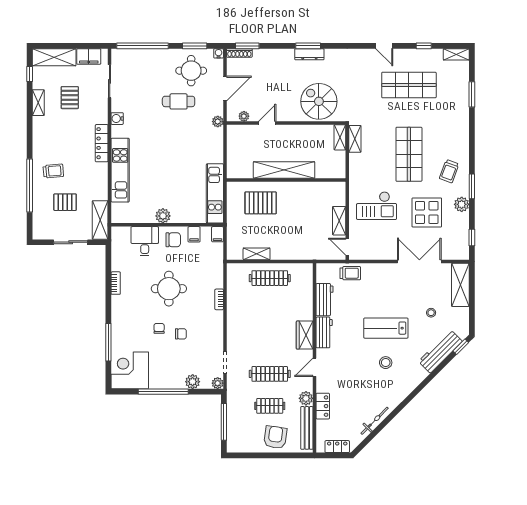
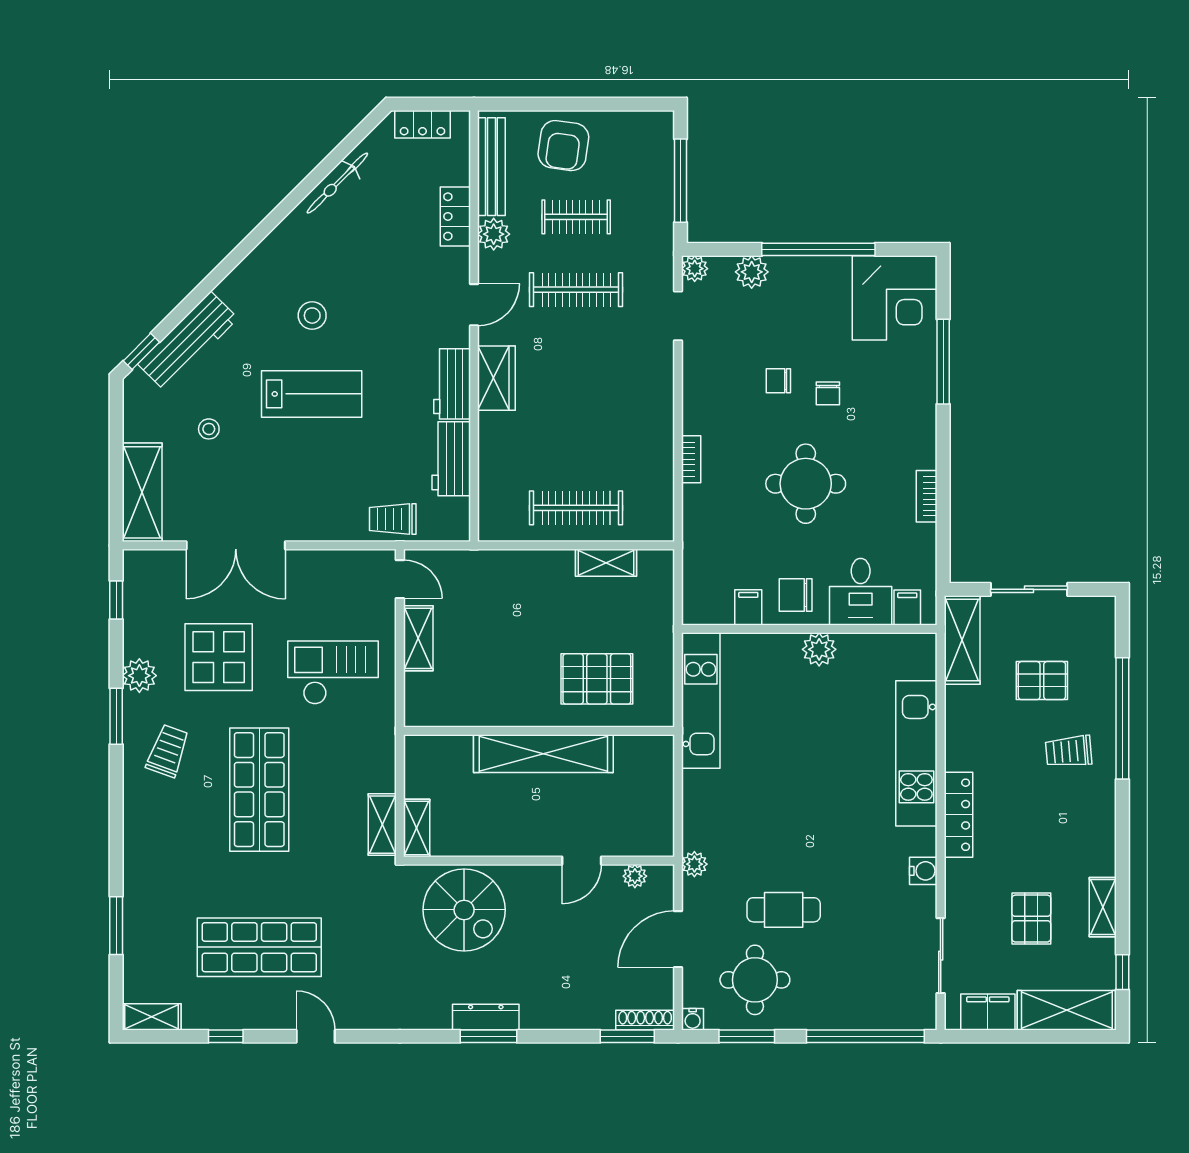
filing cabinet: (218, 234) -> (907, 608), moved

